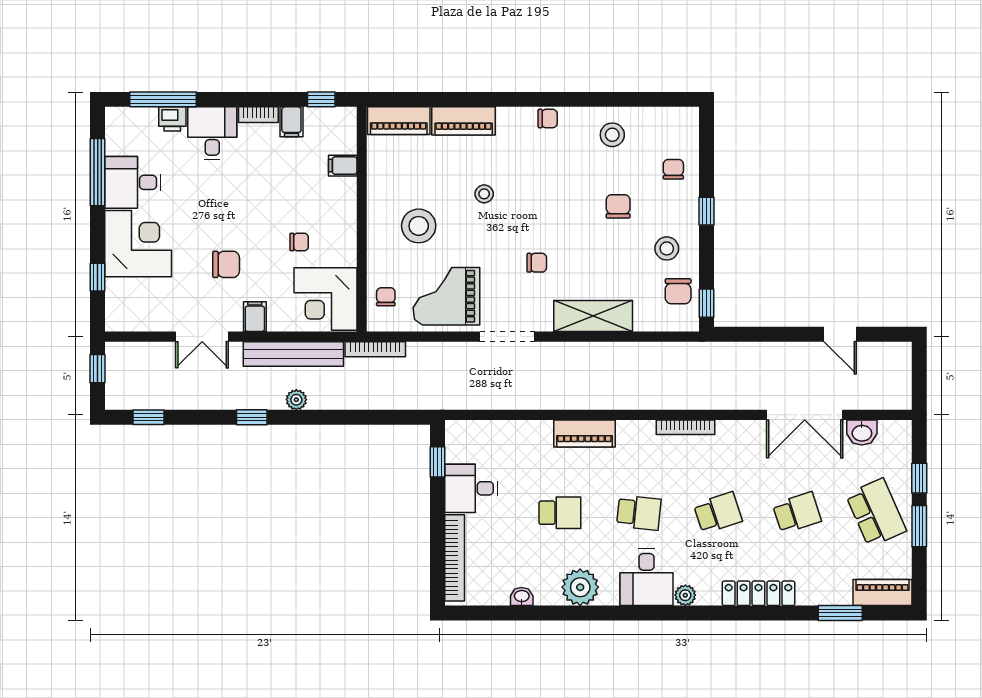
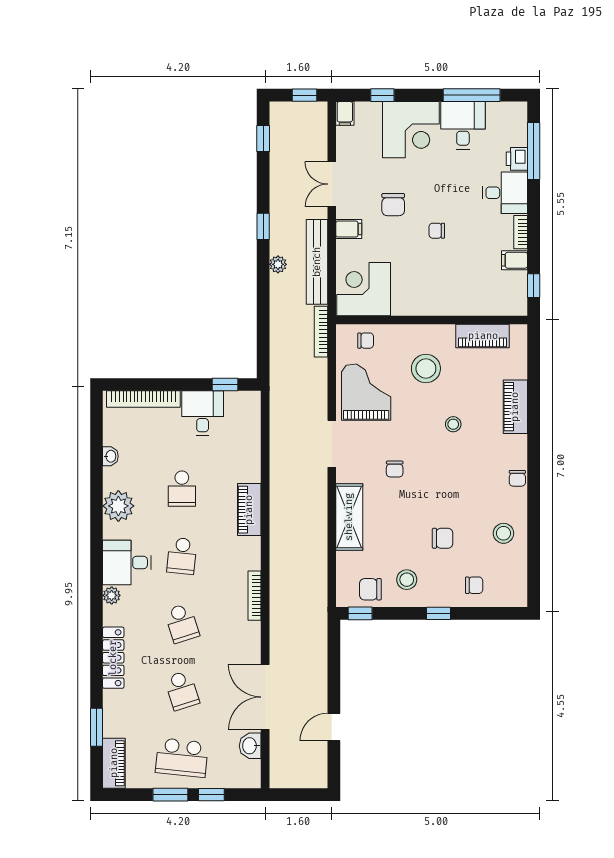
piano: (399, 121) -> (483, 336), moved, turned -90
filing cabinet: (343, 166) -> (345, 113), moved, turned 180
chair: (299, 242) -> (437, 231), moved, turned 90
school desk: (876, 513) -> (182, 758), turned 30

